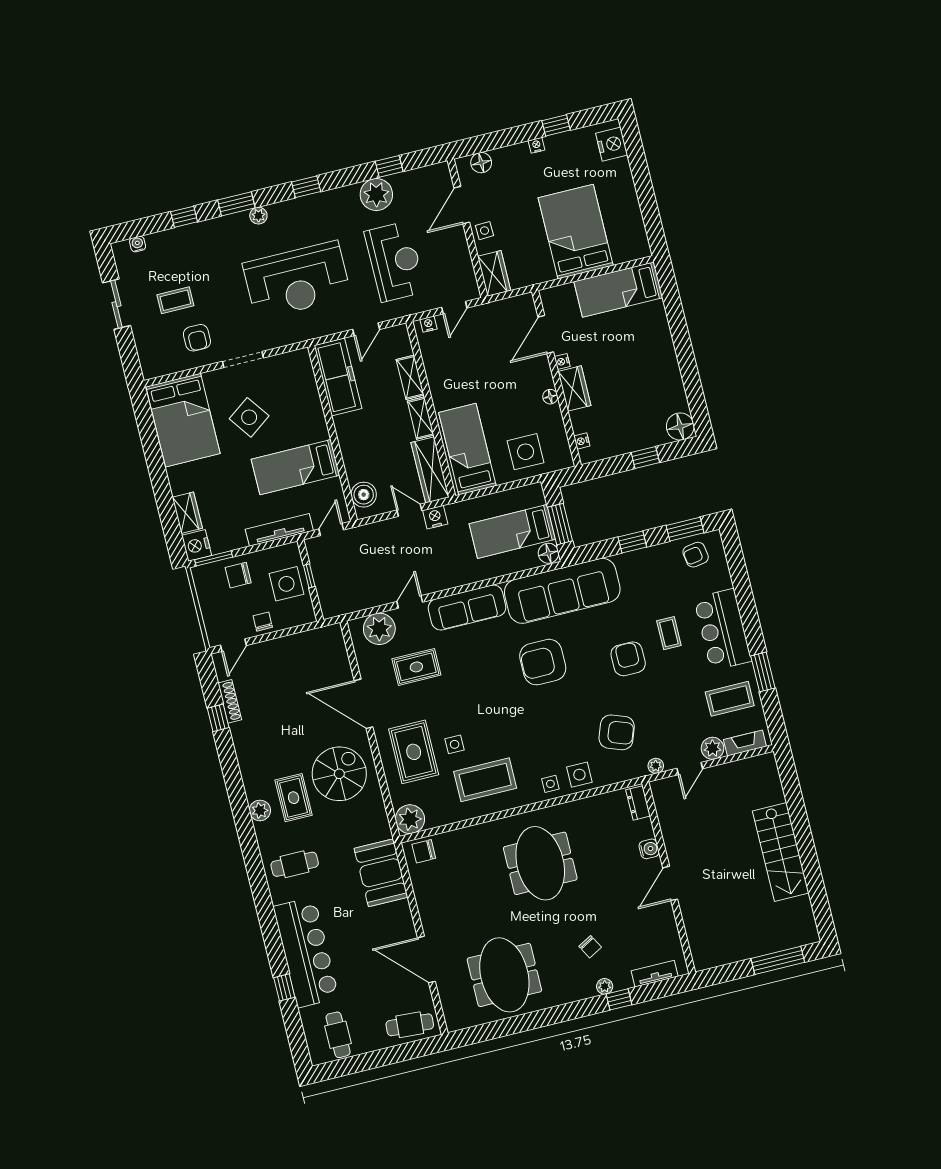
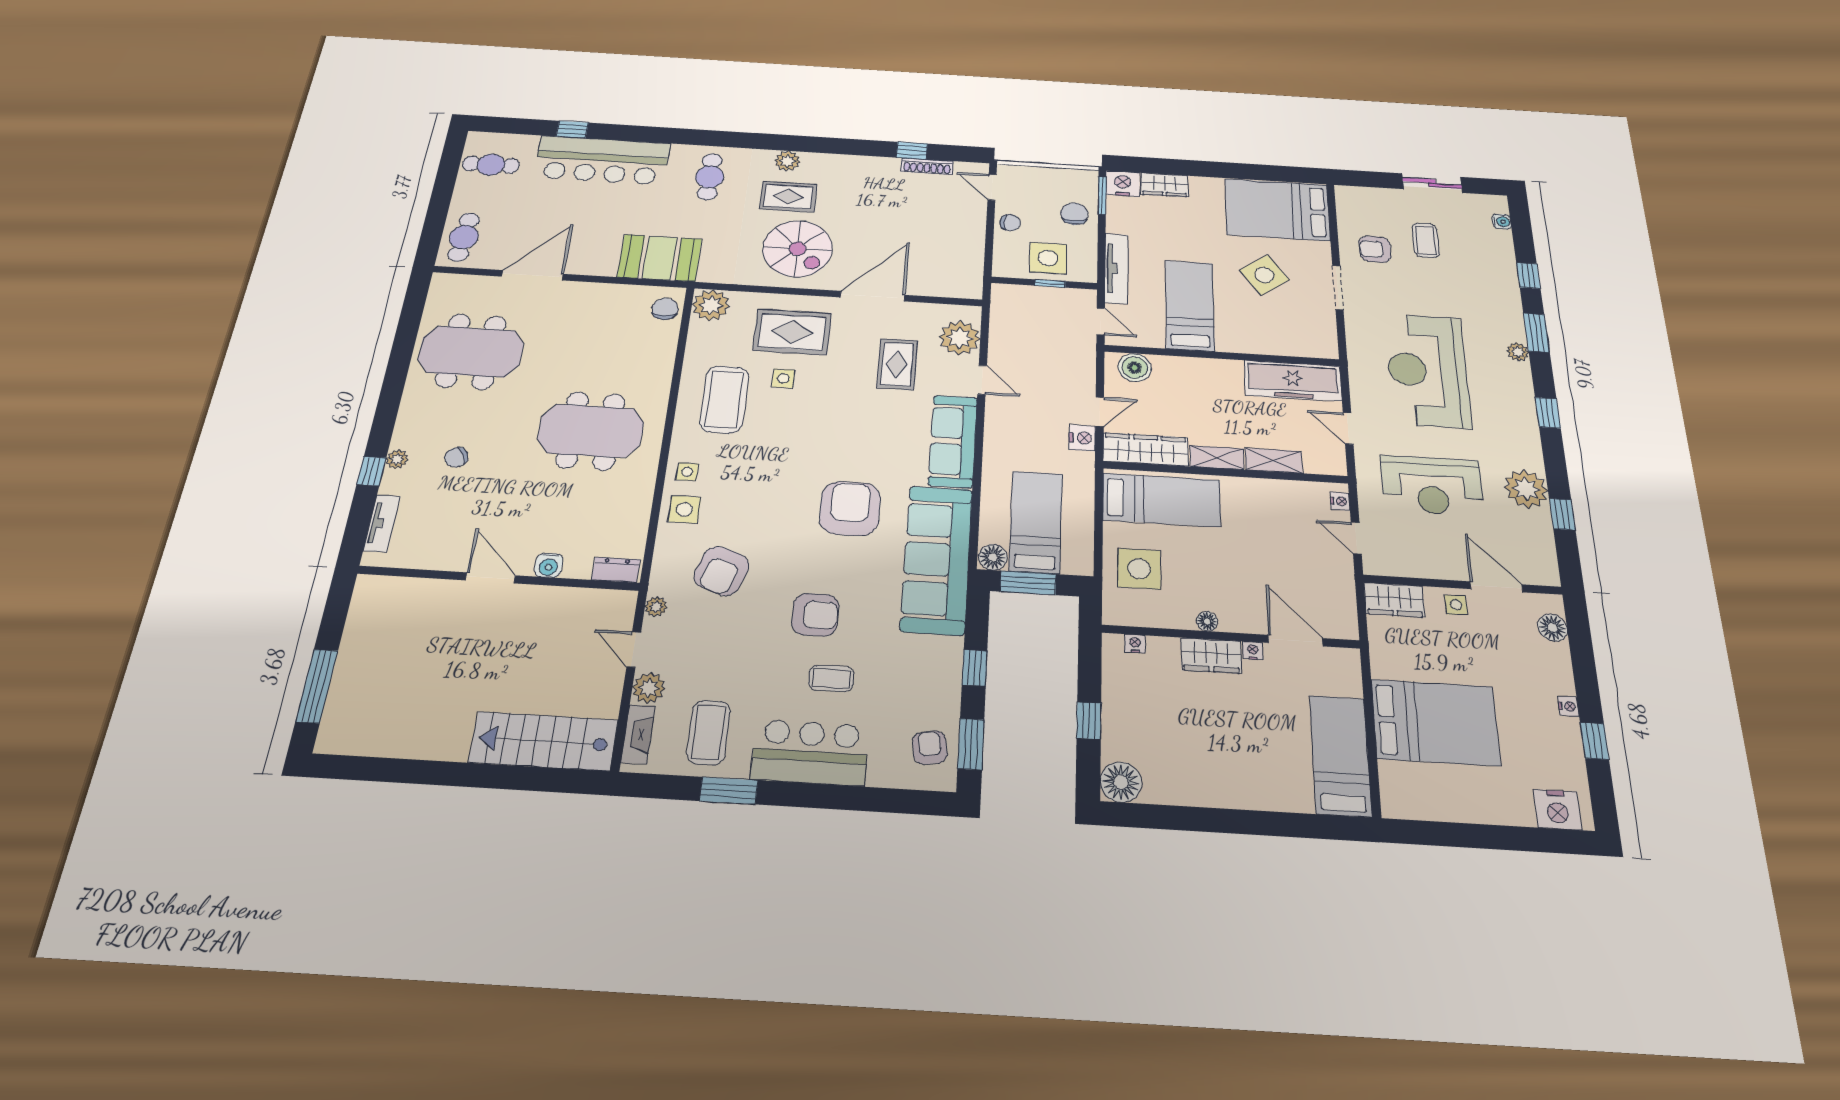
stairs: (781, 852) -> (544, 741), moved

